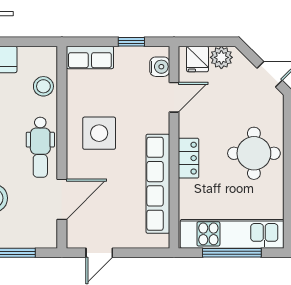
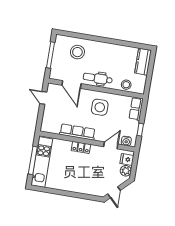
door: (174, 97) -> (111, 145), swing flipped
round table: (254, 153) -> (78, 179), removed
row of seats: (158, 184) -> (77, 132), width x0.73

